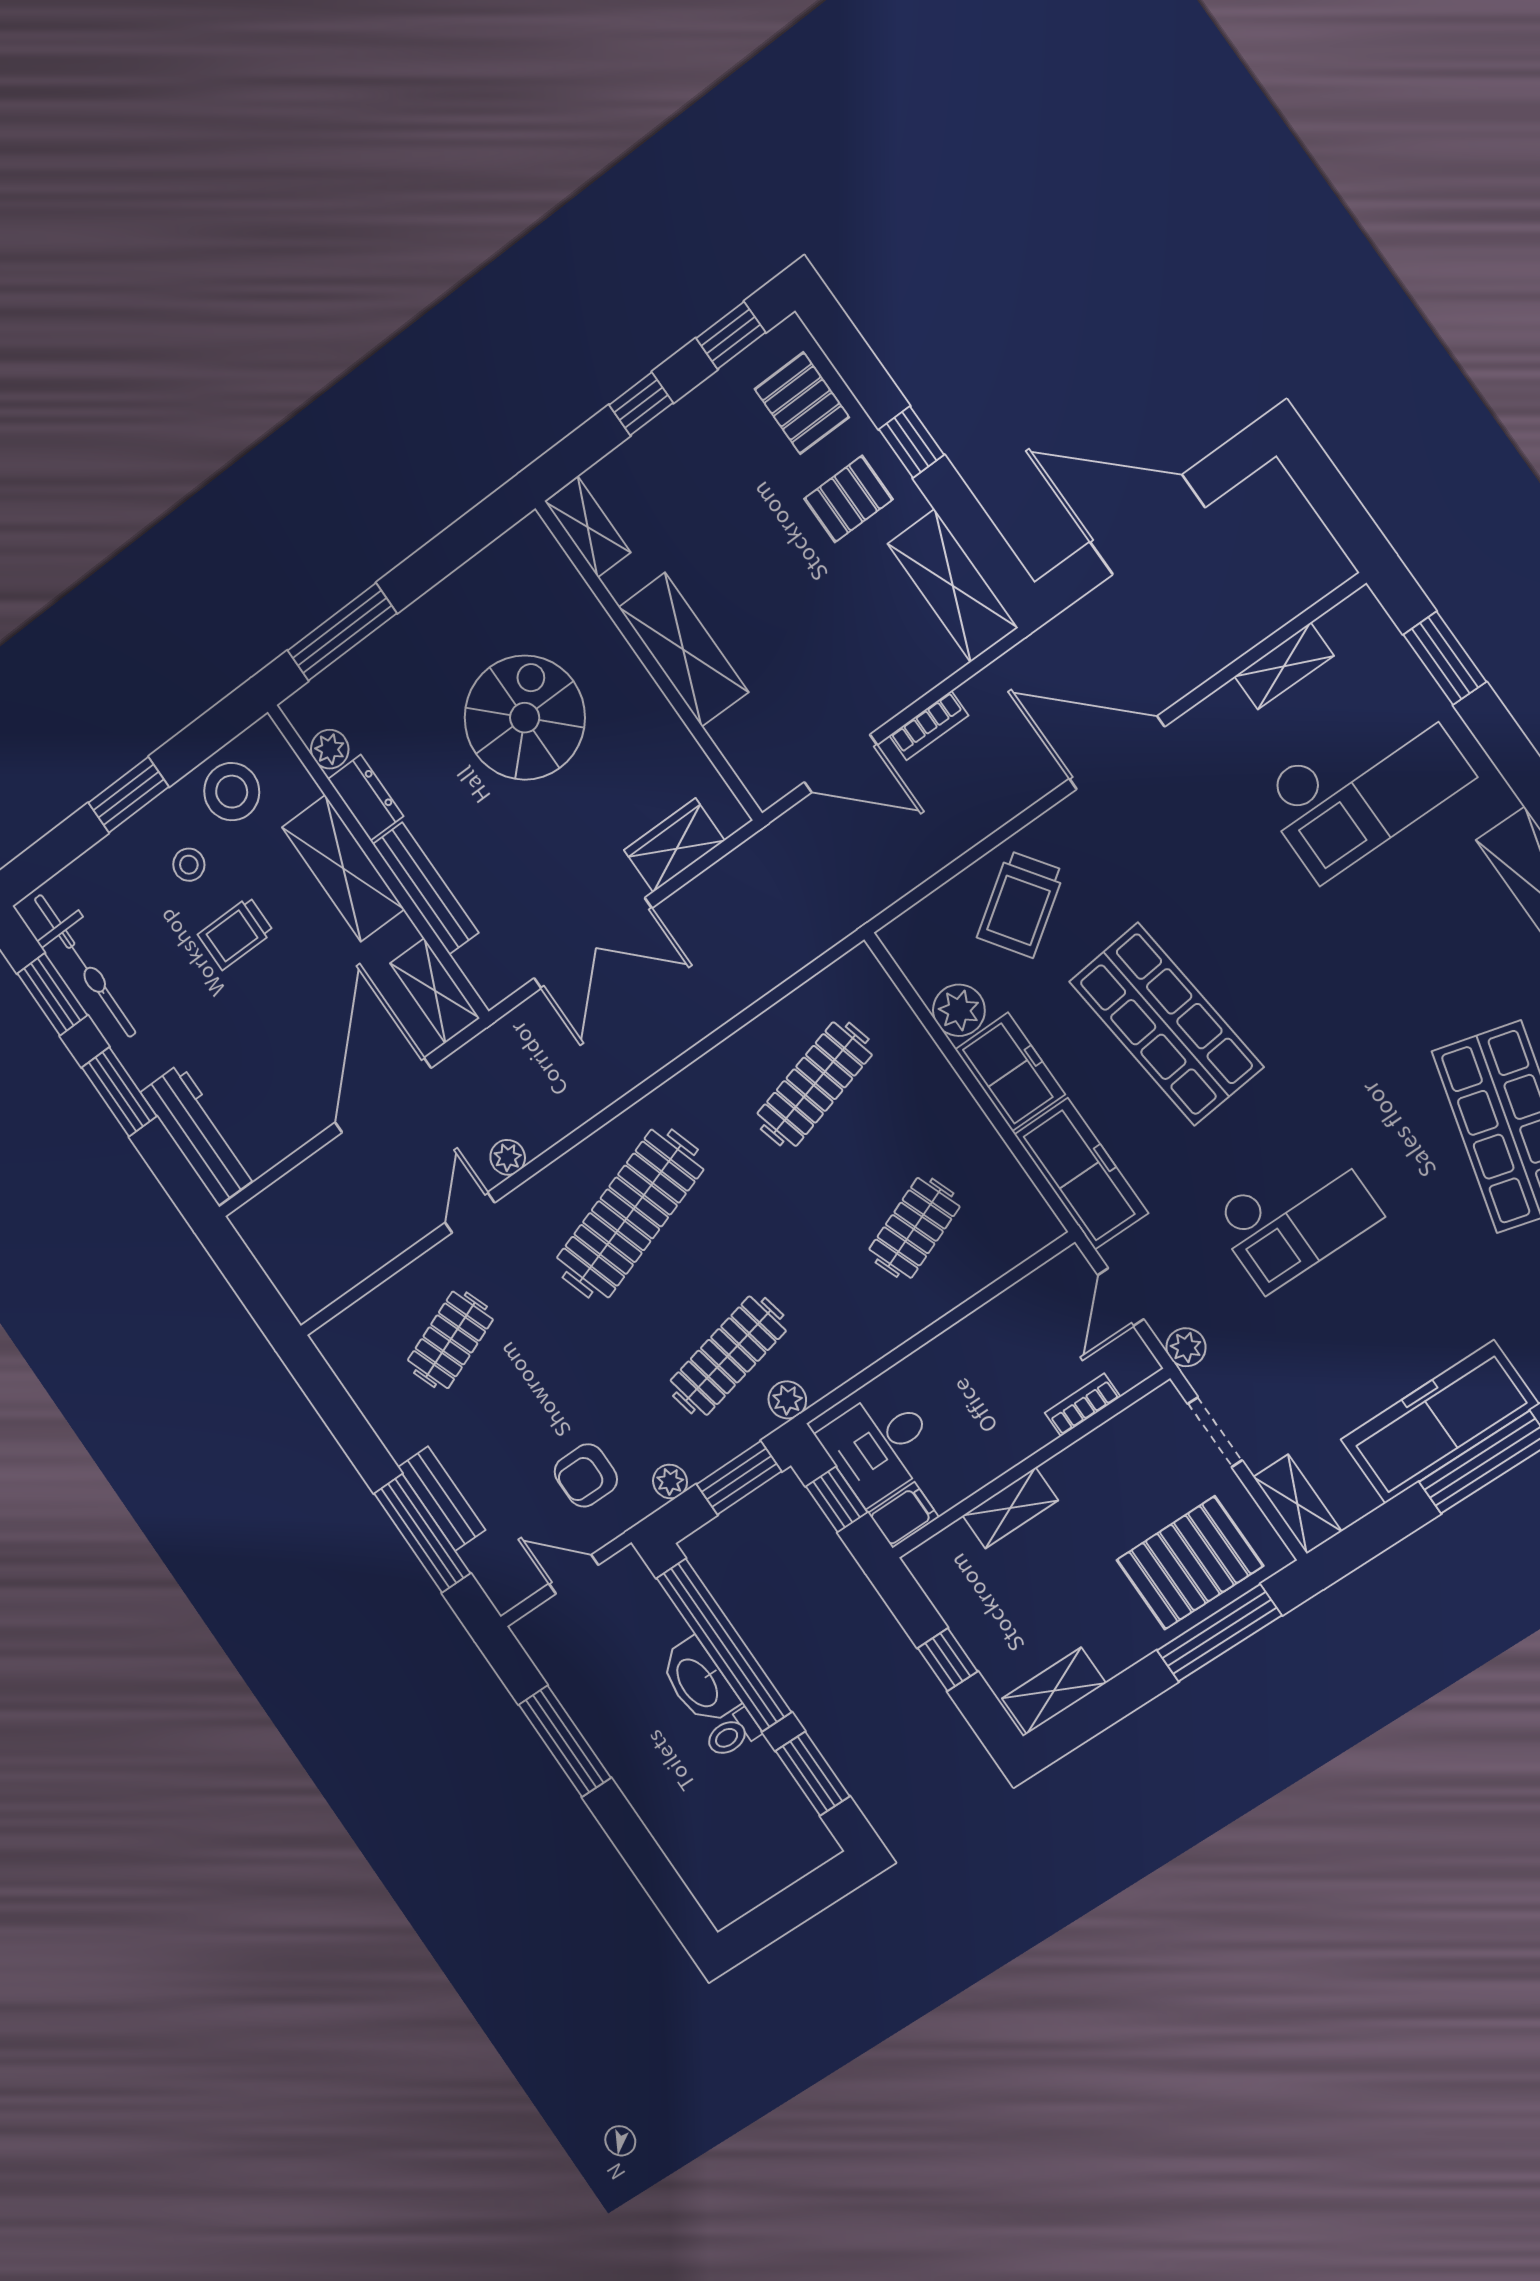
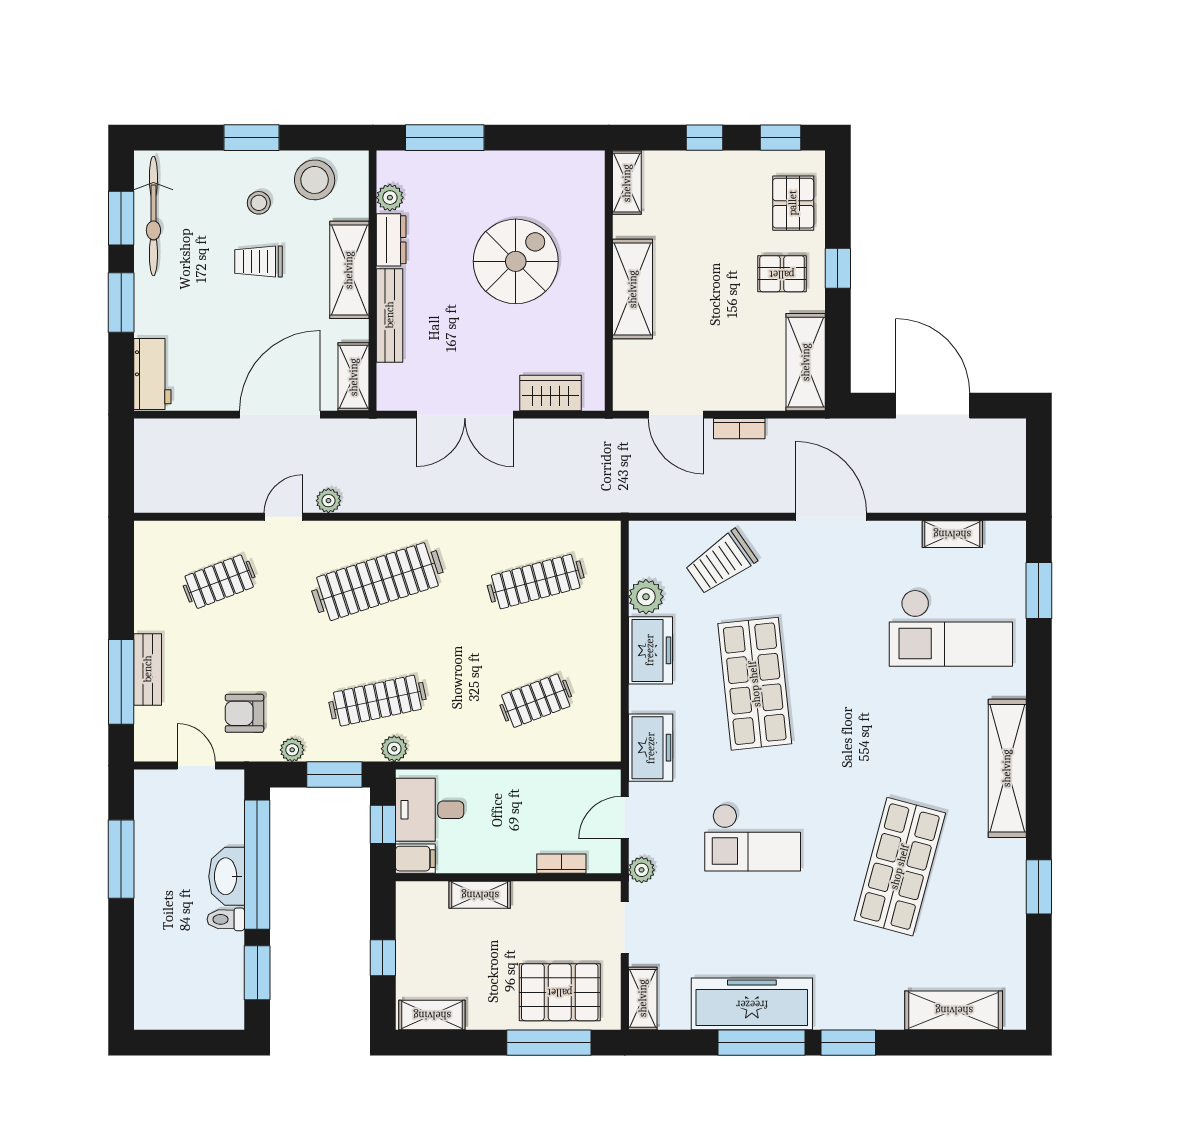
workbench: (199, 1134) -> (152, 374), width x0.73
freezer: (1081, 1174) -> (651, 748), width x0.71

